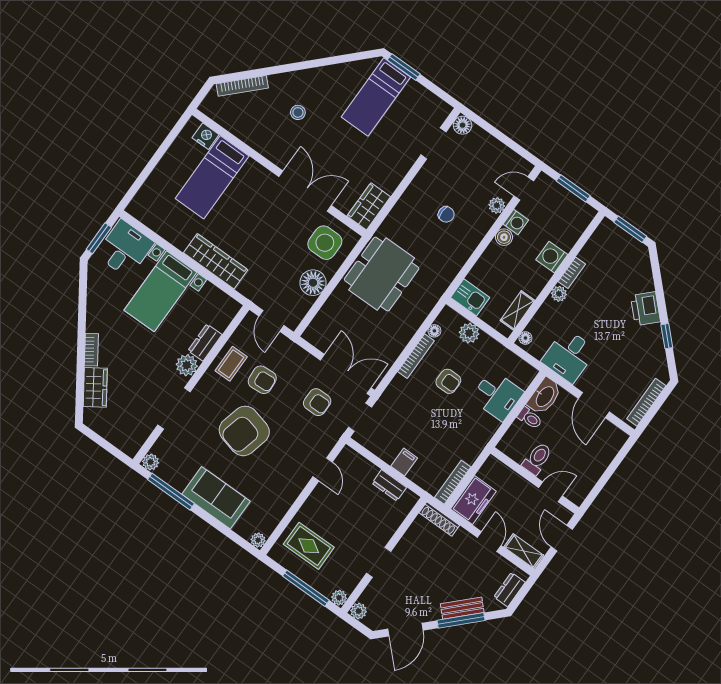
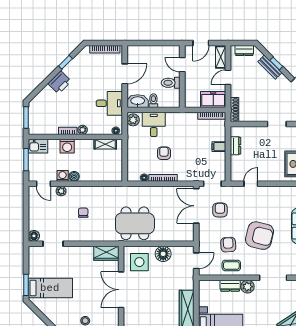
kitchen sink: (470, 297) -> (38, 146), moved, turned -90
plant: (469, 333) -> (133, 120), moved
window: (461, 620) -> (276, 63), width x0.46

